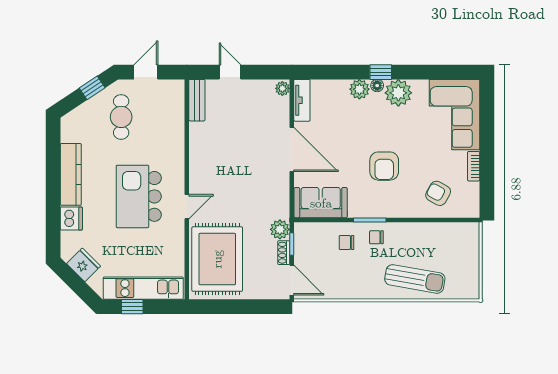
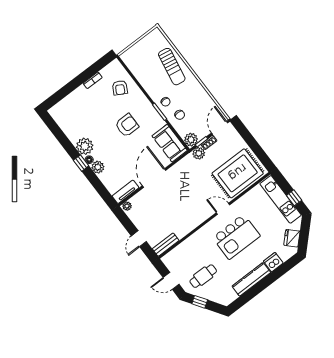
corner sofa: (454, 115) -> (74, 110), removed
plant: (304, 233) -> (191, 140), added
sun lounger: (415, 279) -> (172, 67), turned 180

